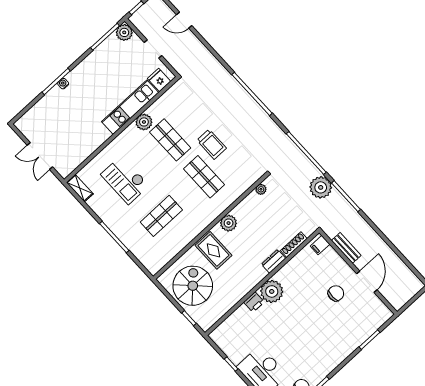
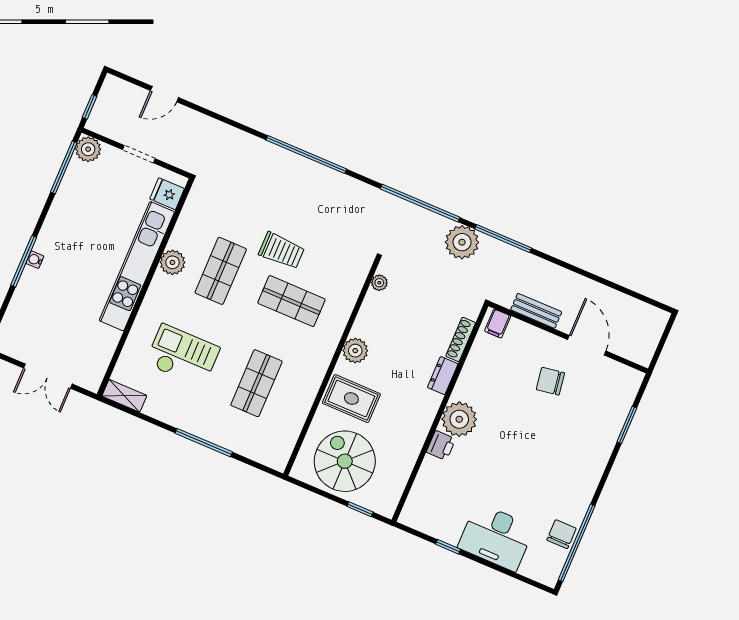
kitchen unit: (130, 107) -> (137, 266), width x1.36
shop shelf: (170, 140) -> (221, 271), turned 90
checkout: (125, 180) -> (183, 356), turned 180
chair: (336, 293) -> (550, 381), turned -99

